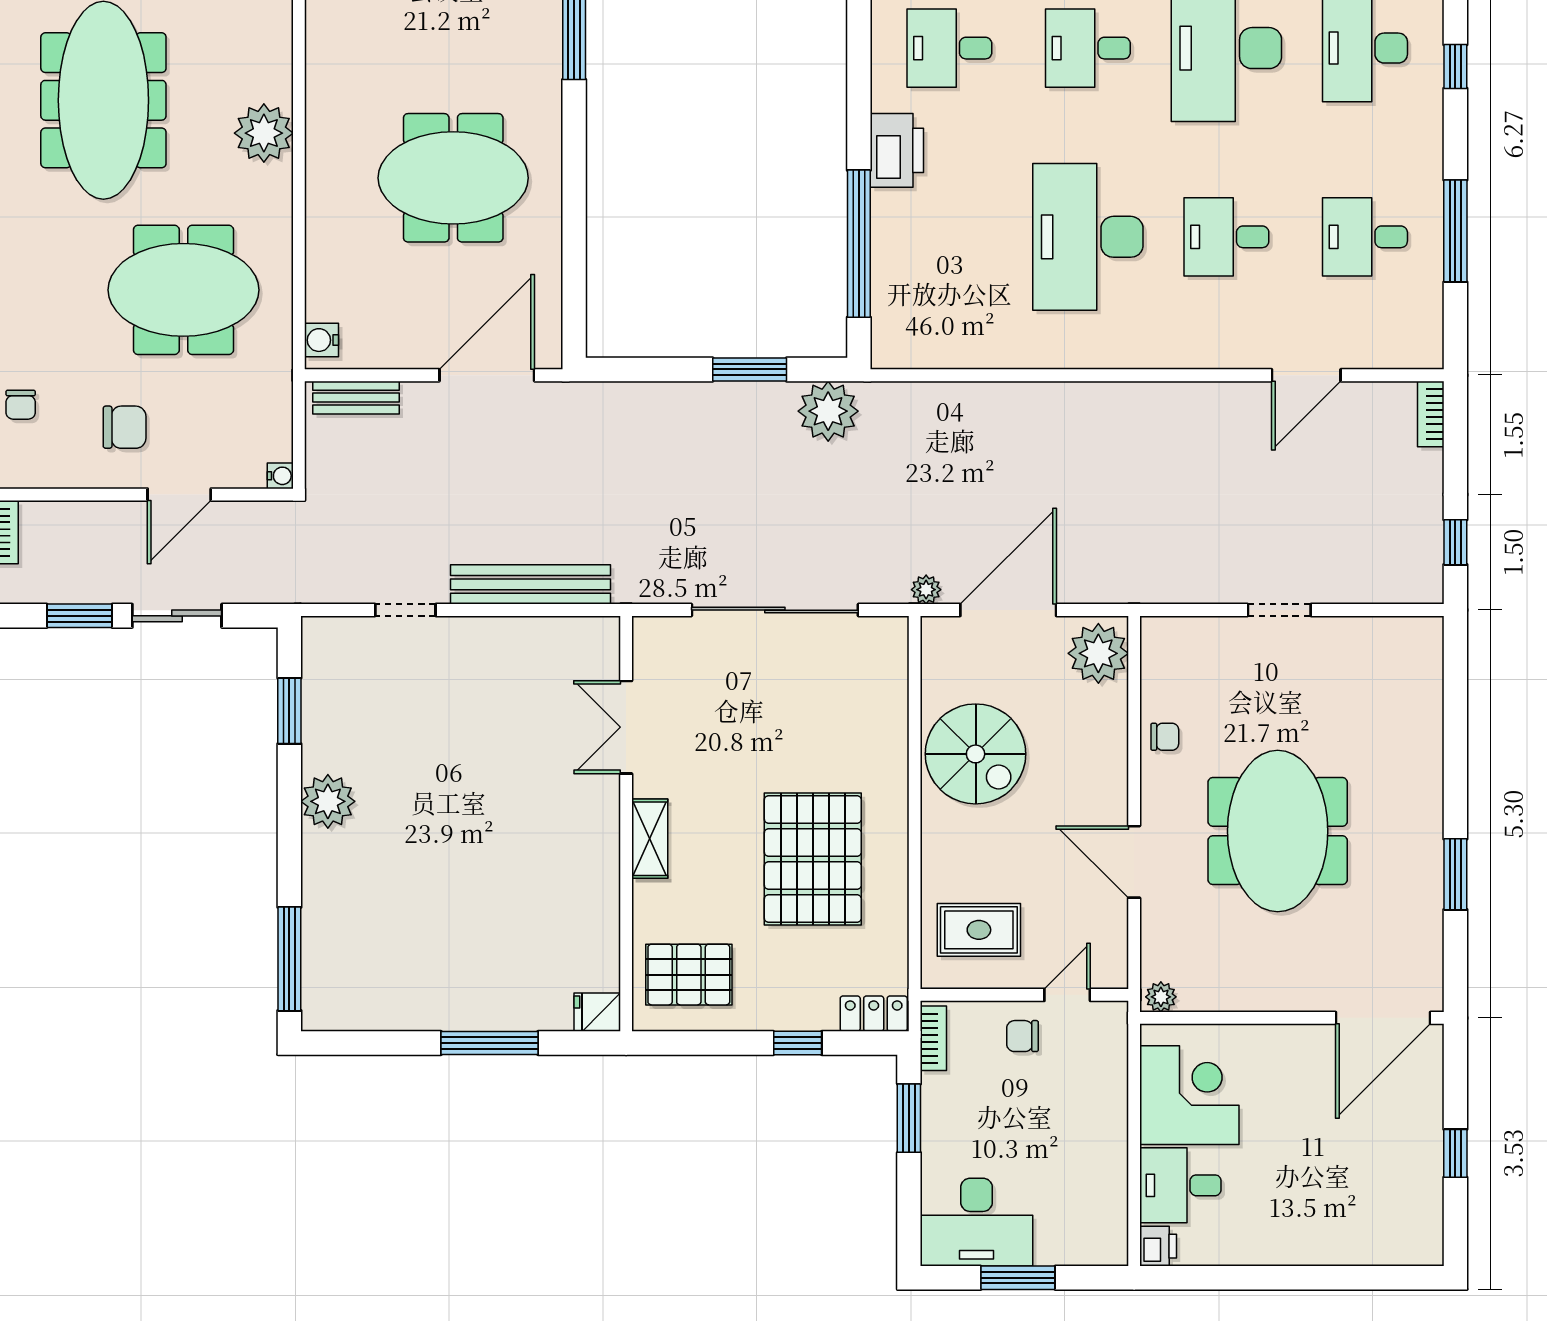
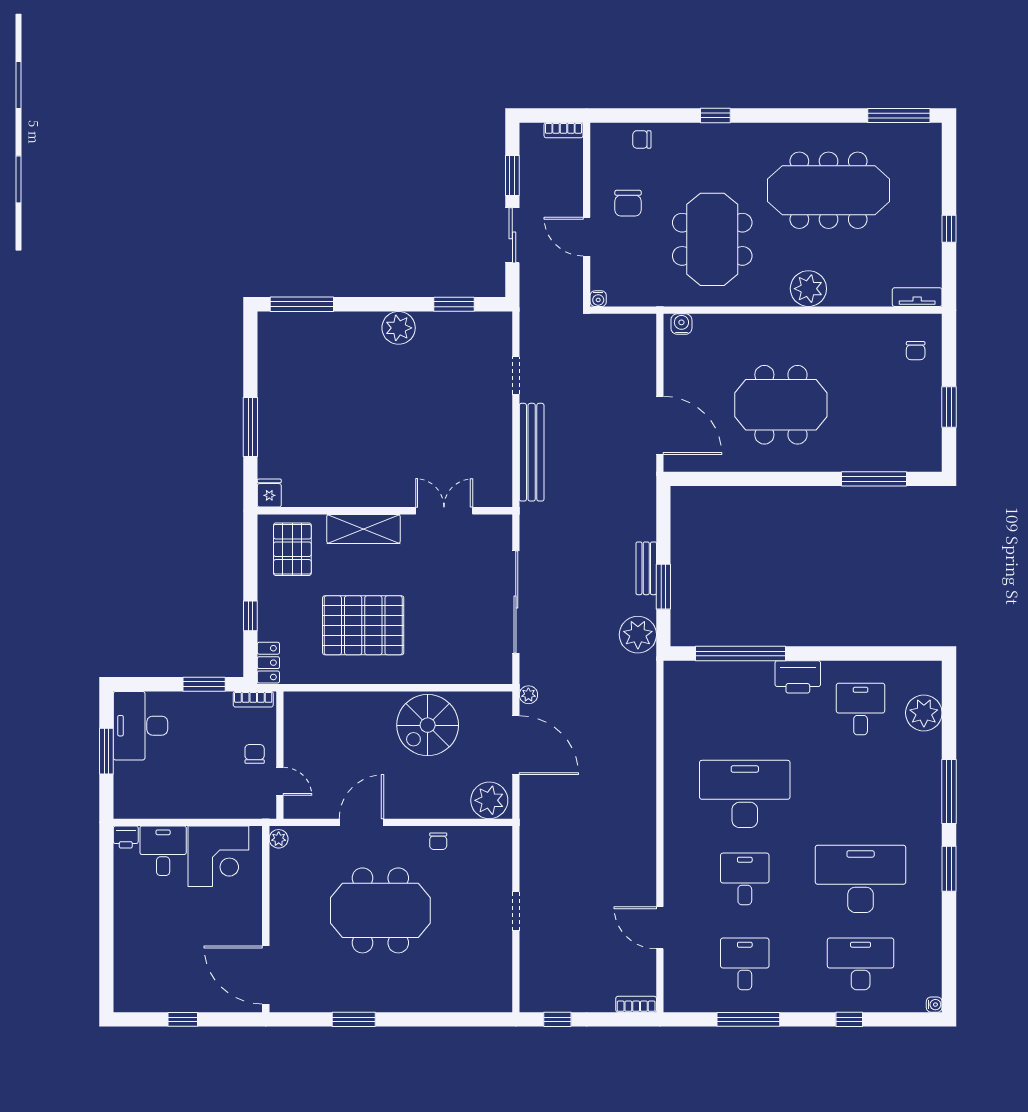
desk: (1088, 48) -> (861, 794), removed
meeting table: (453, 178) -> (781, 405), turned 90
bench: (356, 398) -> (646, 568), moved
shelving: (650, 839) -> (363, 529), width x1.50, depth x1.33
rug: (979, 930) -> (320, 727), removed

